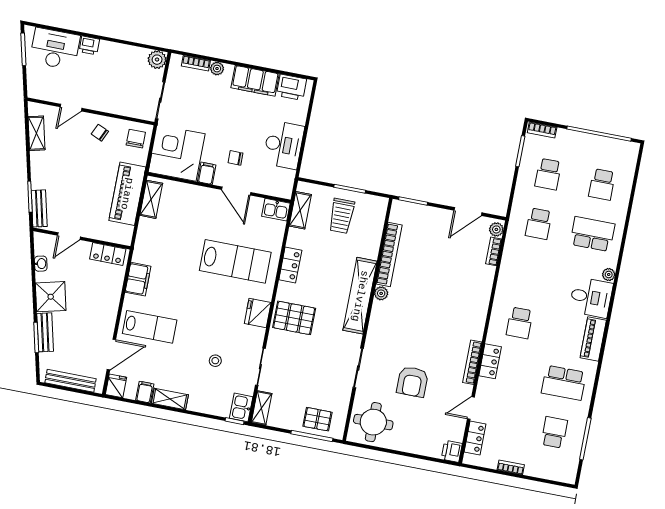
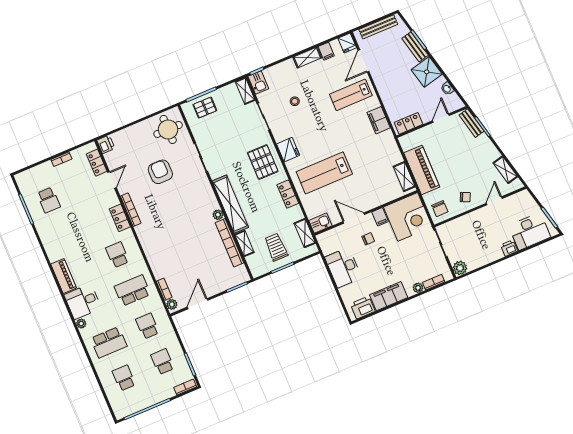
shelving: (373, 243) -> (244, 243), added
pallet: (294, 318) -> (263, 162), turned 90
school desk: (564, 383) -> (132, 290), moved

